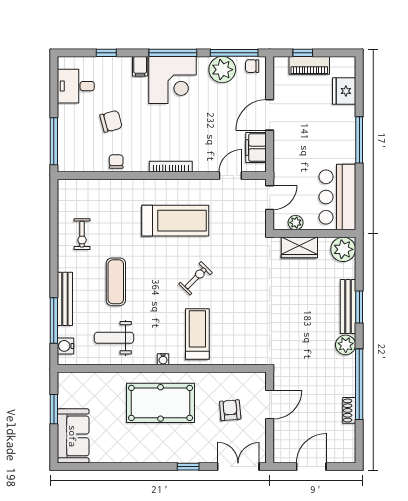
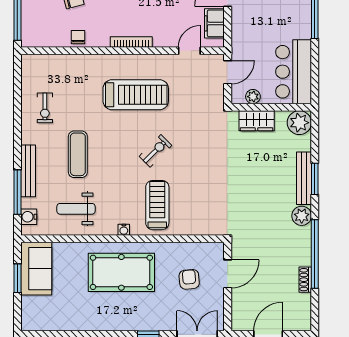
sofa: (73, 436) -> (36, 269), moved

